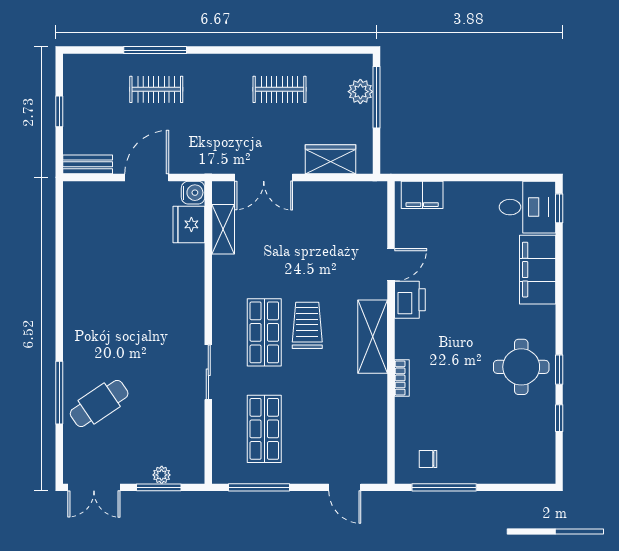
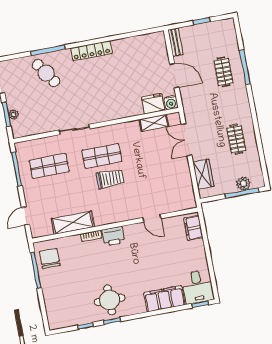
printer: (410, 300) -> (113, 236), moved
locker: (75, 316) -> (91, 51), added
shelving: (373, 337) -> (73, 223), moved
chair: (428, 459) -> (50, 258), width x1.87, depth x1.87

